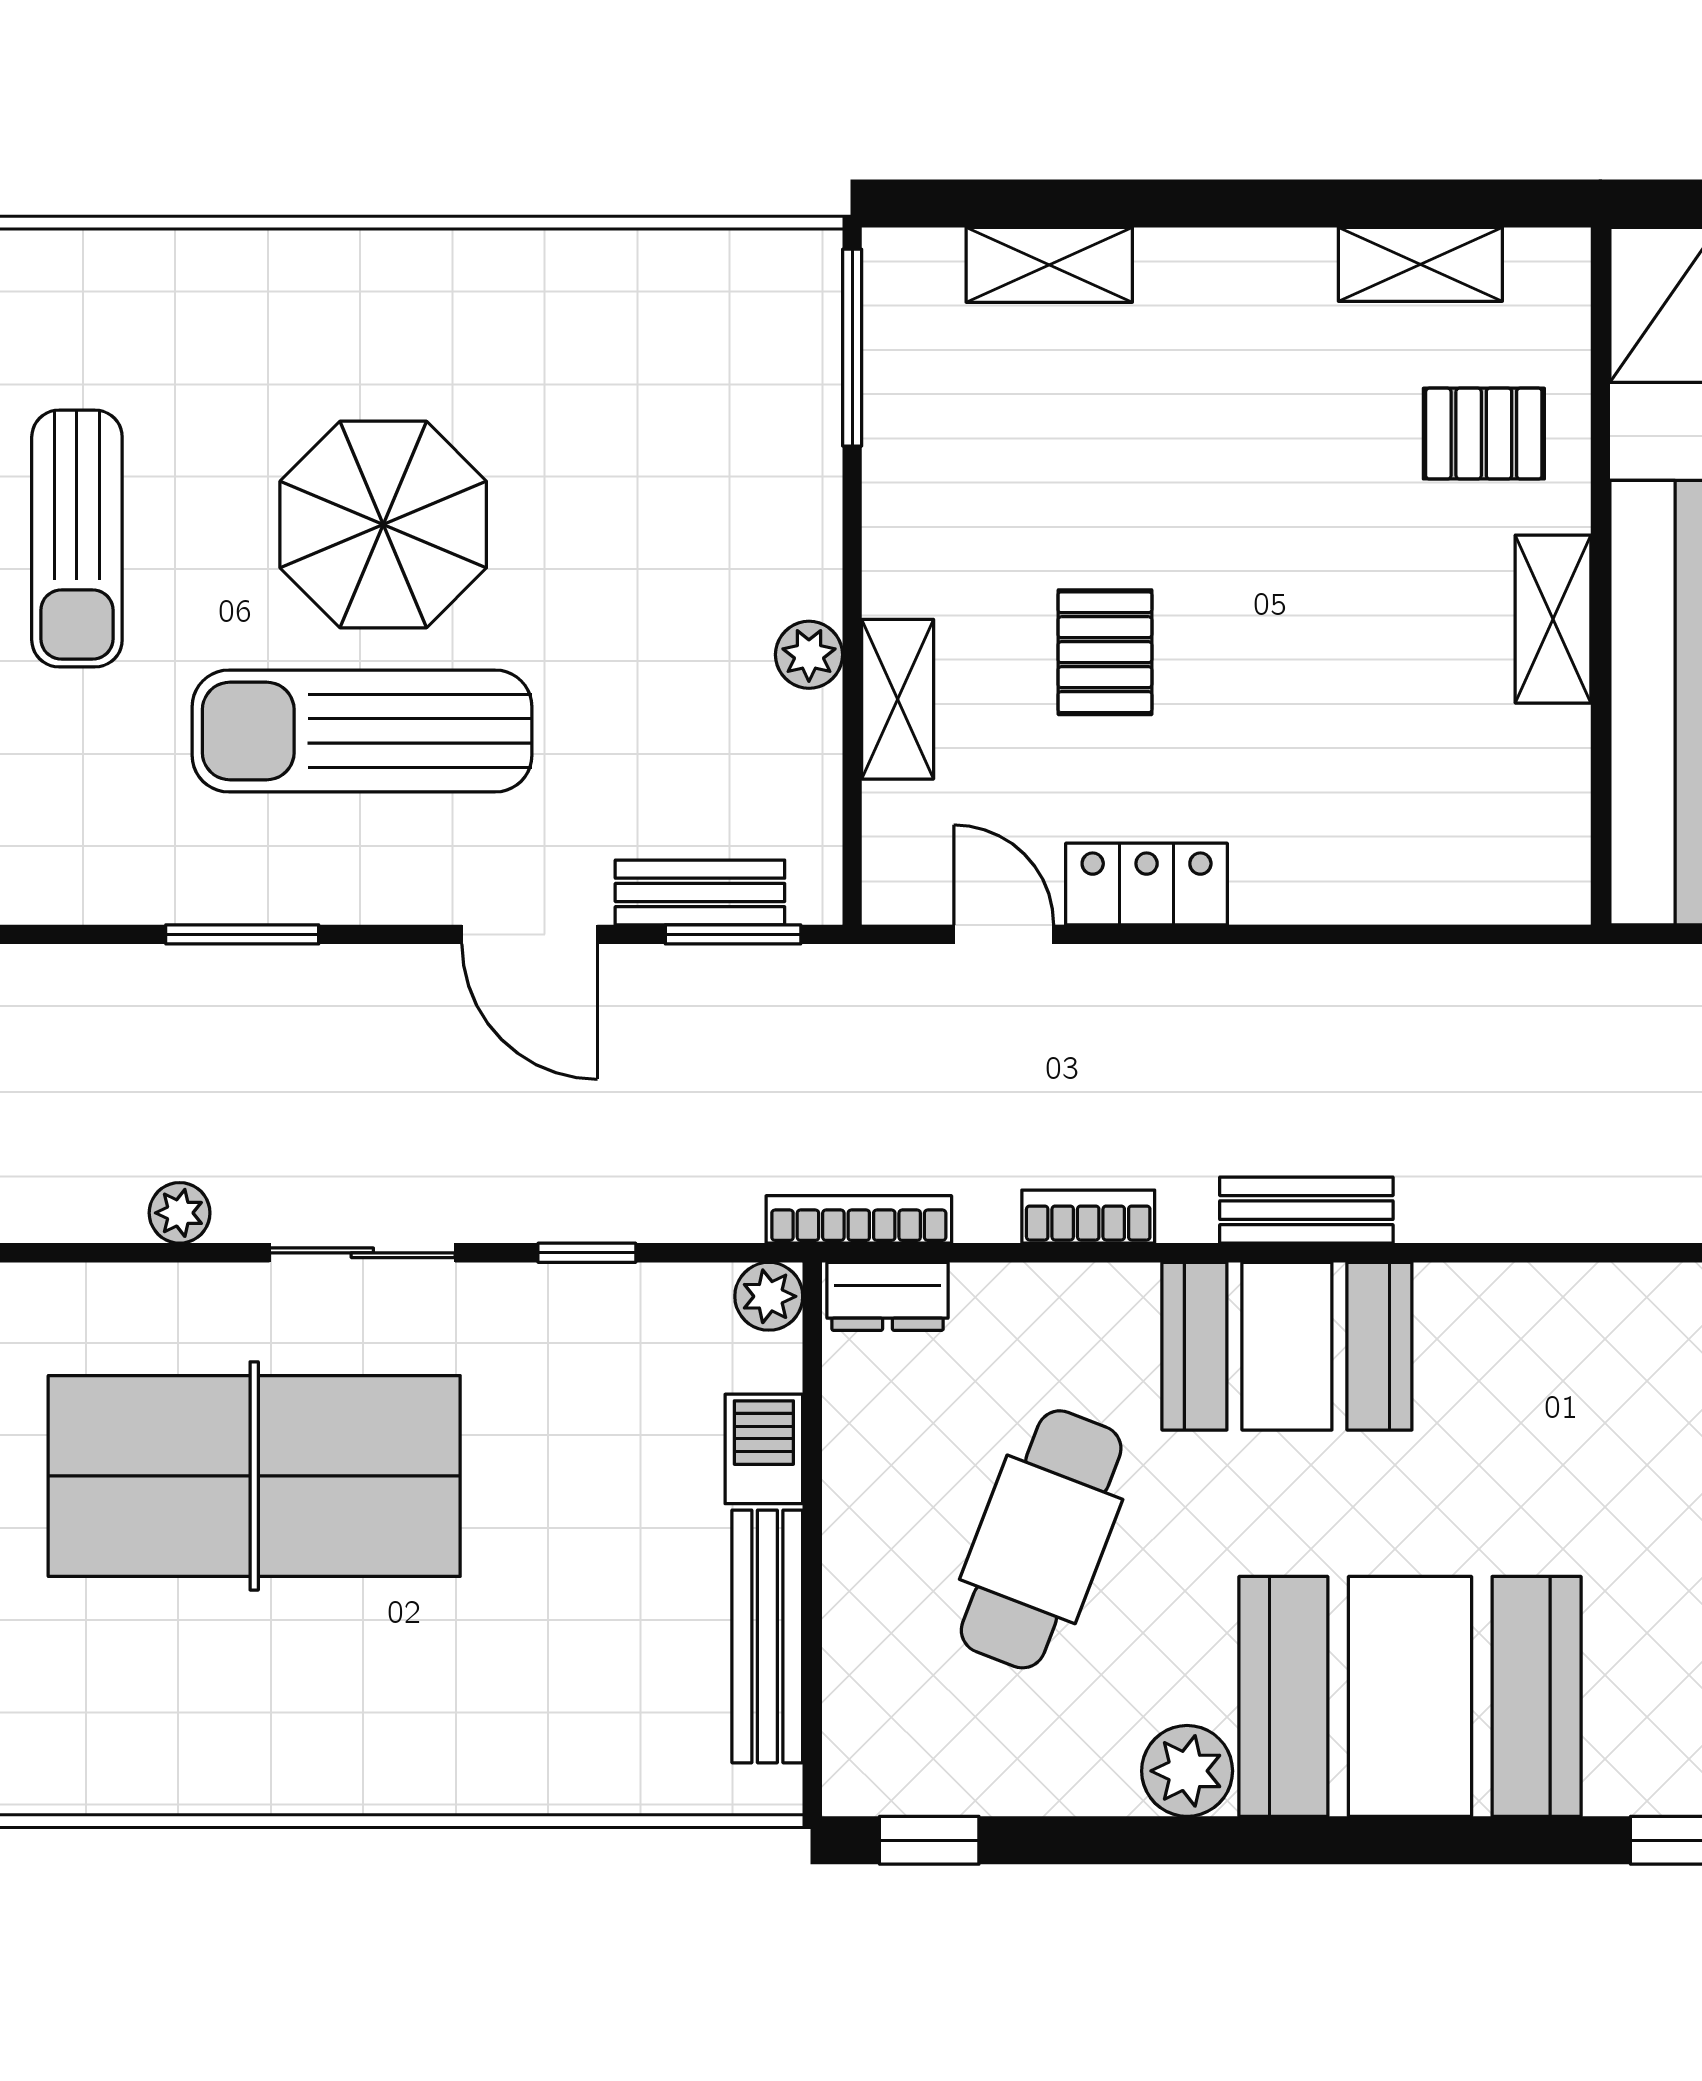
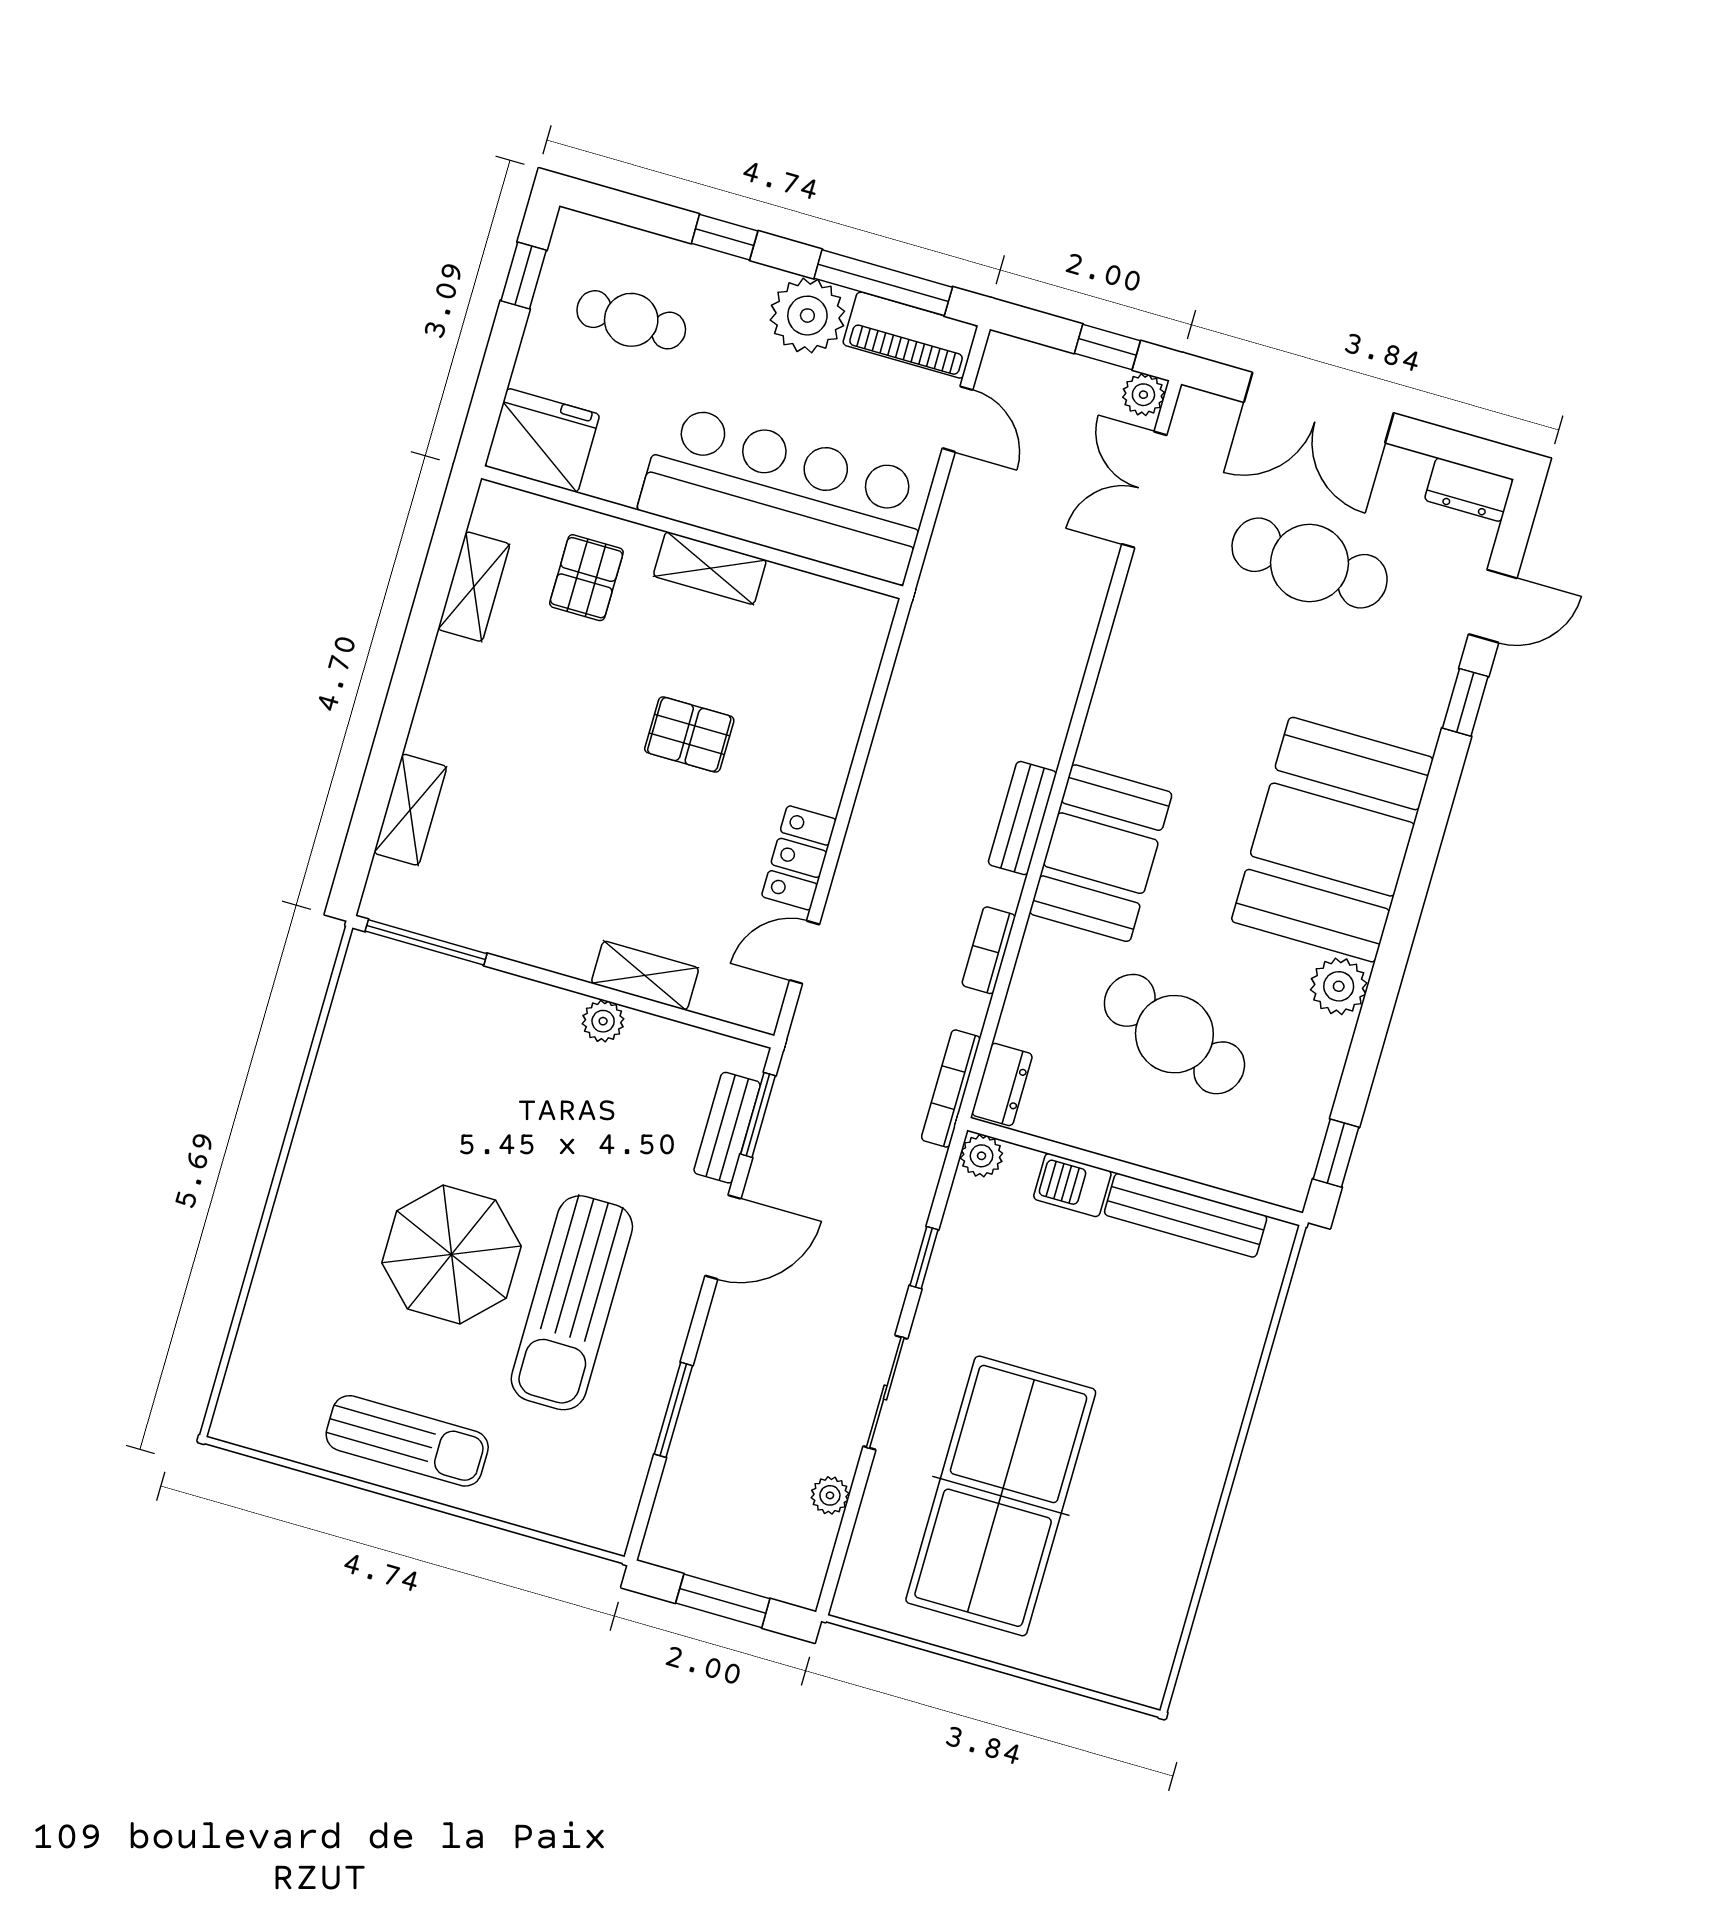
pallet: (1105, 652) -> (689, 735), moved

